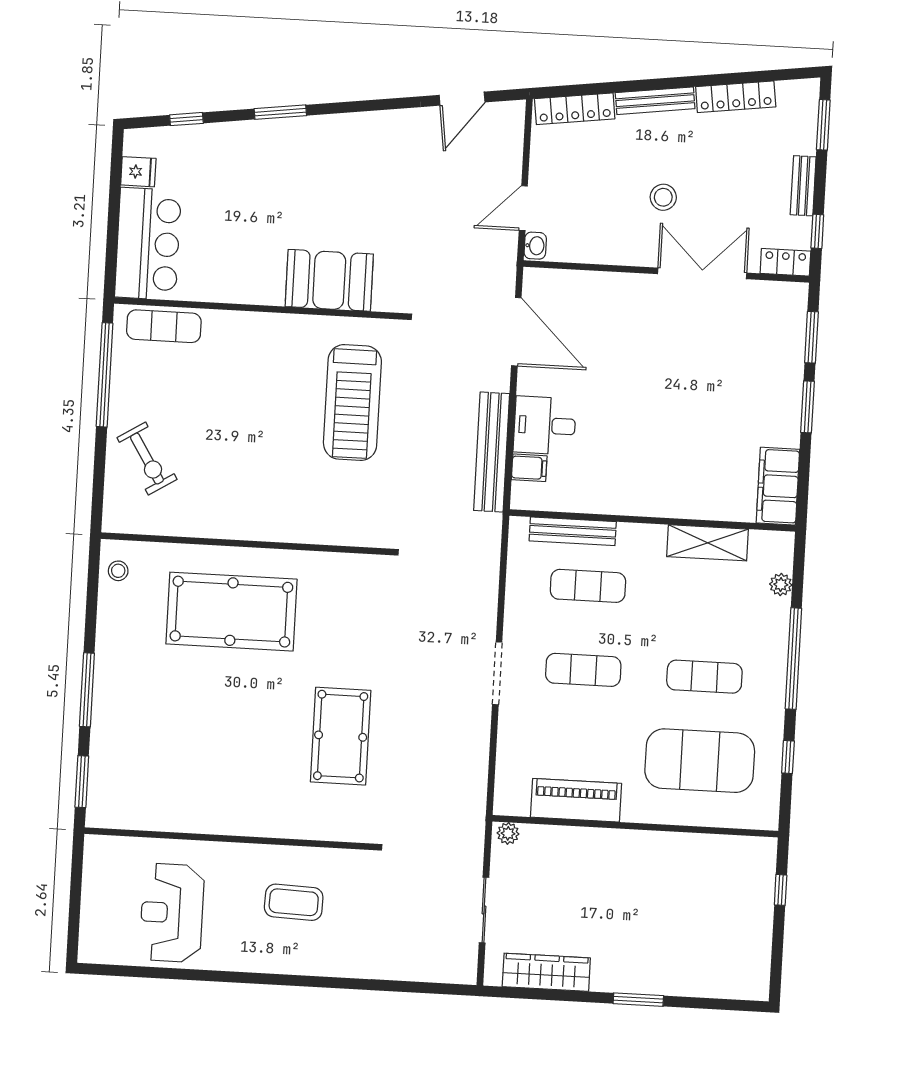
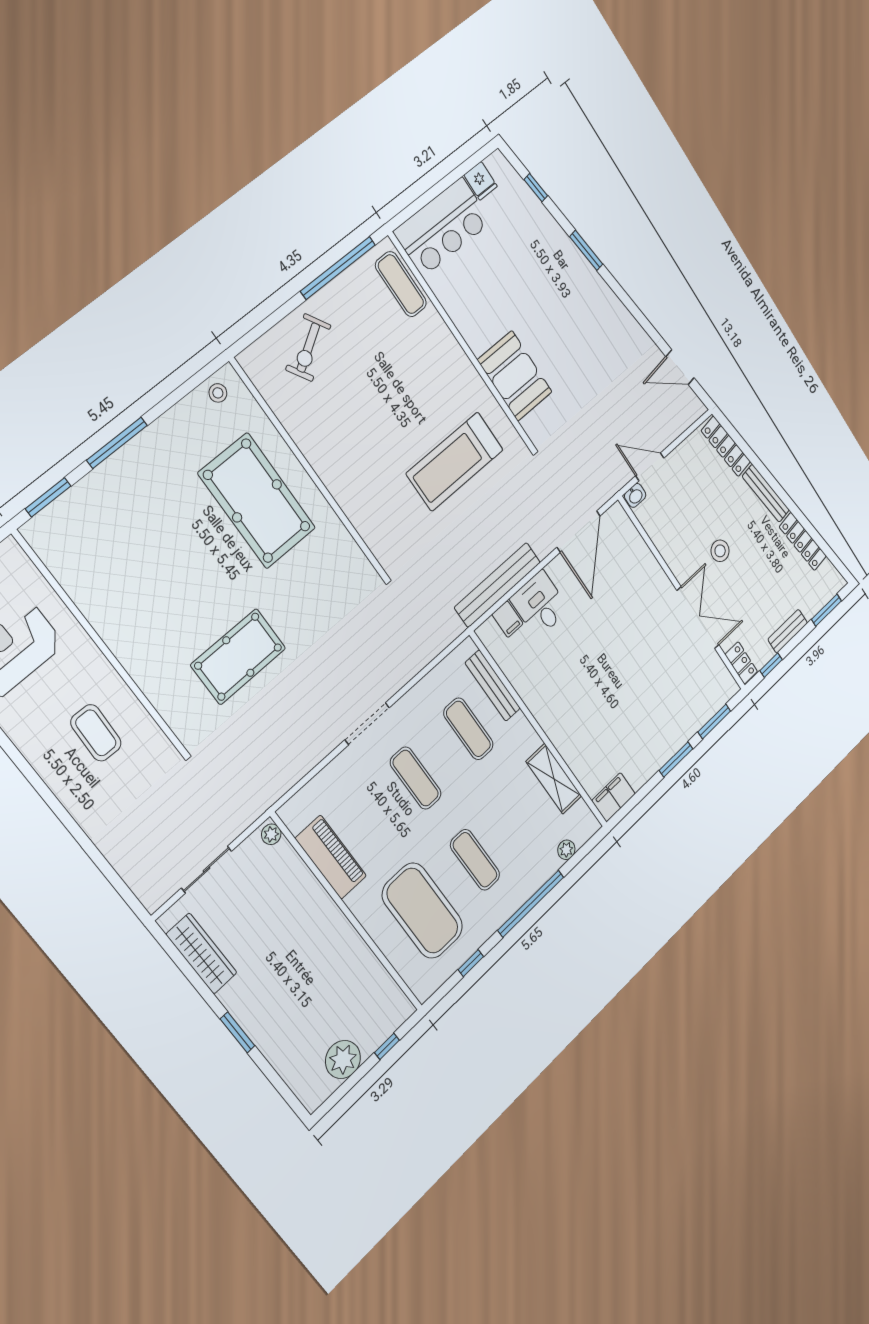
filing cabinet: (778, 486) -> (613, 797), width x0.67, depth x0.86
plant: (752, 936) -> (343, 1059), added

